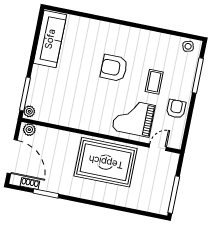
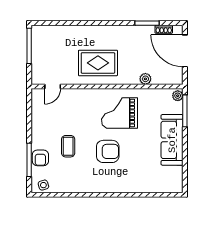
sofa: (50, 39) -> (172, 140), moved
armchair: (176, 109) -> (40, 158), moved
grand piano: (133, 118) -> (119, 113), moved, turned 180
plant: (29, 130) -> (145, 79), moved
rug: (106, 162) -> (98, 63), width x0.73, depth x0.69

